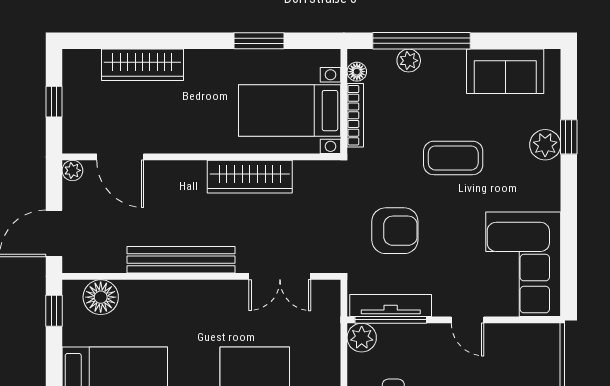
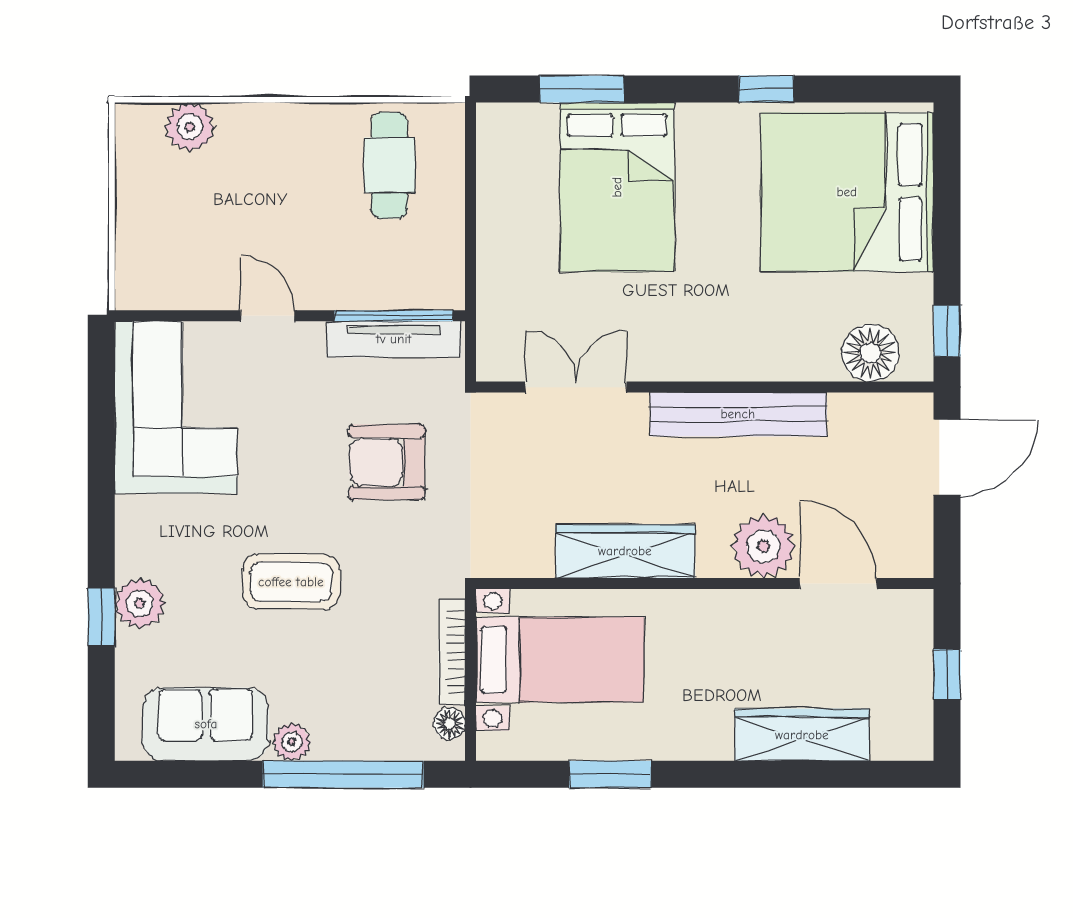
plant: (409, 61) -> (292, 742), moved
plant: (72, 170) -> (763, 546), moved, width x1.88, depth x1.88
plant: (362, 338) -> (441, 286), removed

